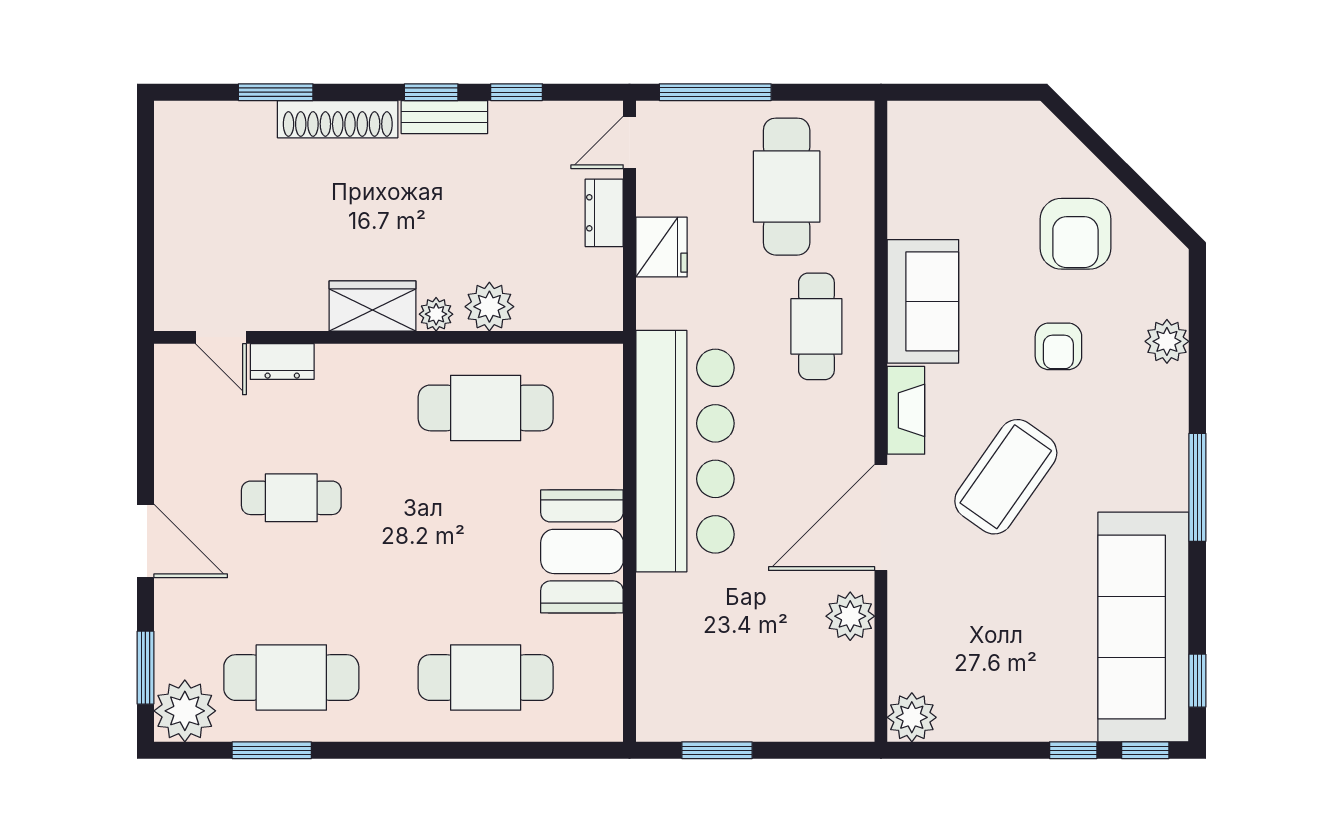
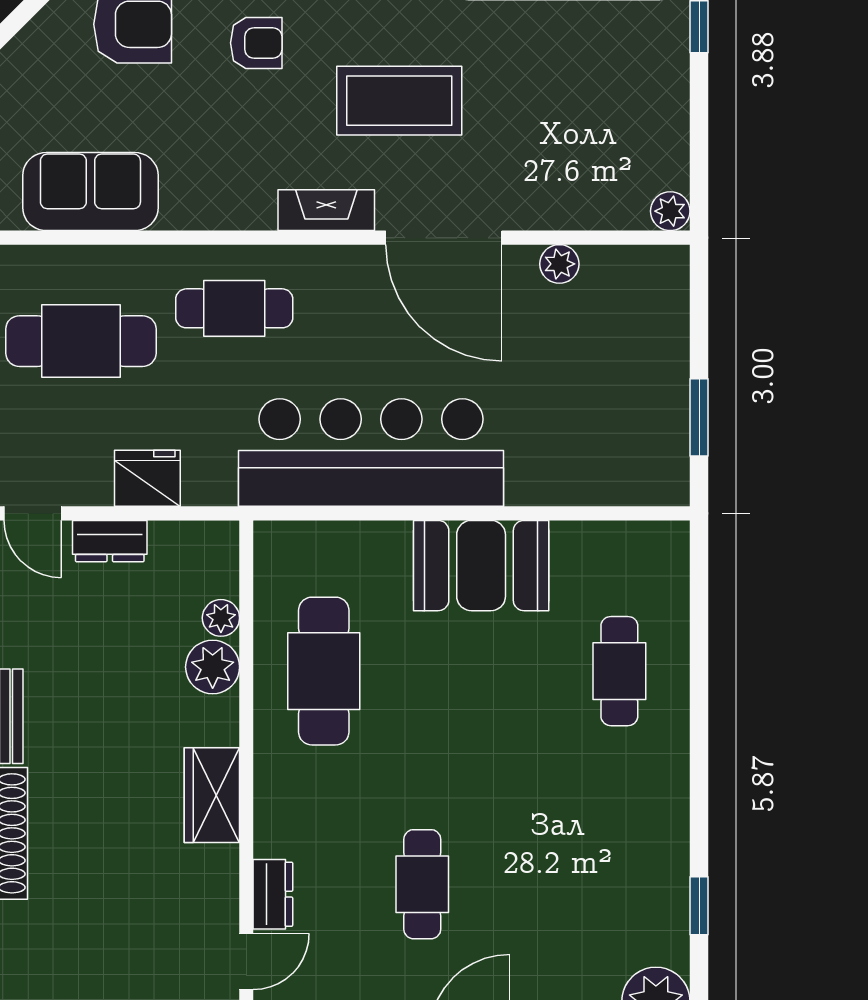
sofa: (923, 301) -> (90, 192), moved
plant: (436, 314) -> (221, 618), moved
coffee table: (1006, 477) -> (399, 101), turned -35
plant: (850, 616) -> (559, 264), width x0.73, depth x0.73
cafe table: (291, 678) -> (619, 884), removed
cafe table: (486, 678) -> (619, 671), width x0.73, depth x0.74
plant: (912, 717) -> (670, 211), width x0.73, depth x0.73
window: (272, 750) -> (699, 906), width x0.67

